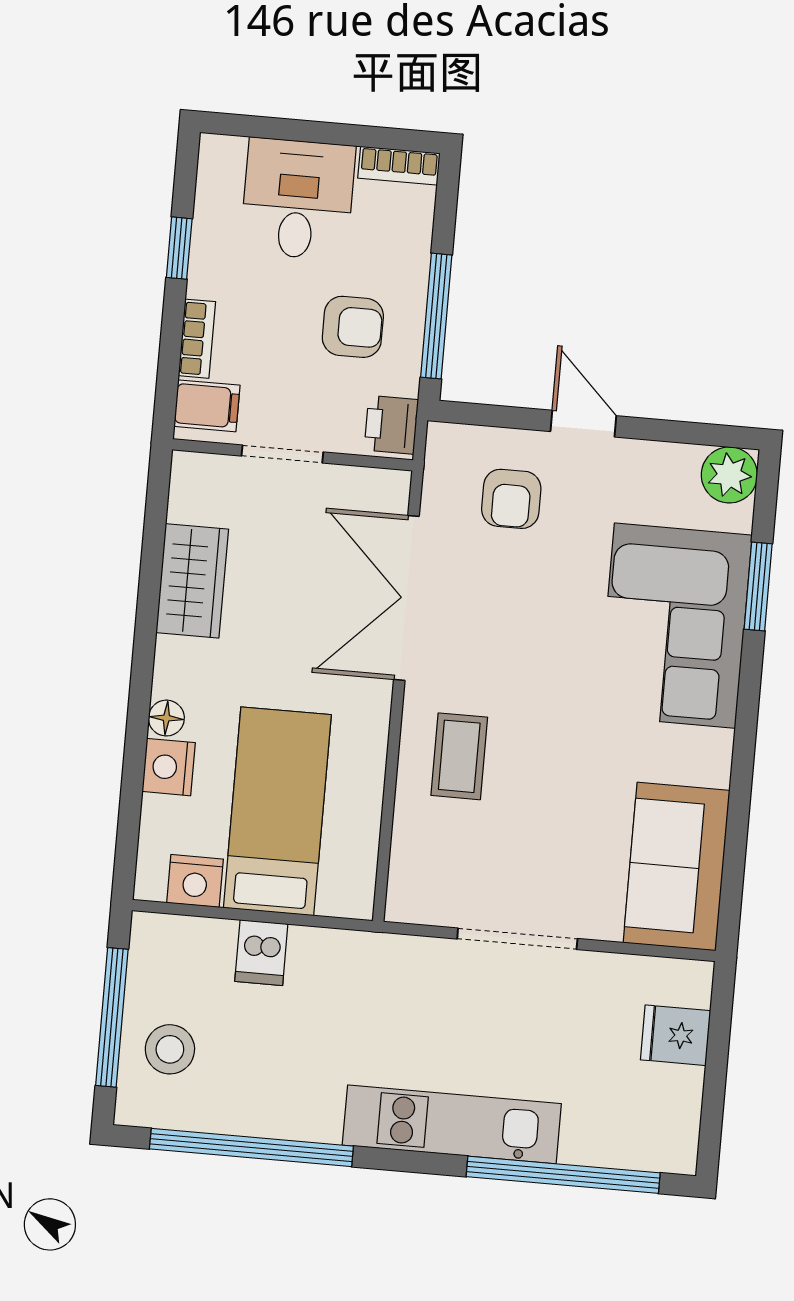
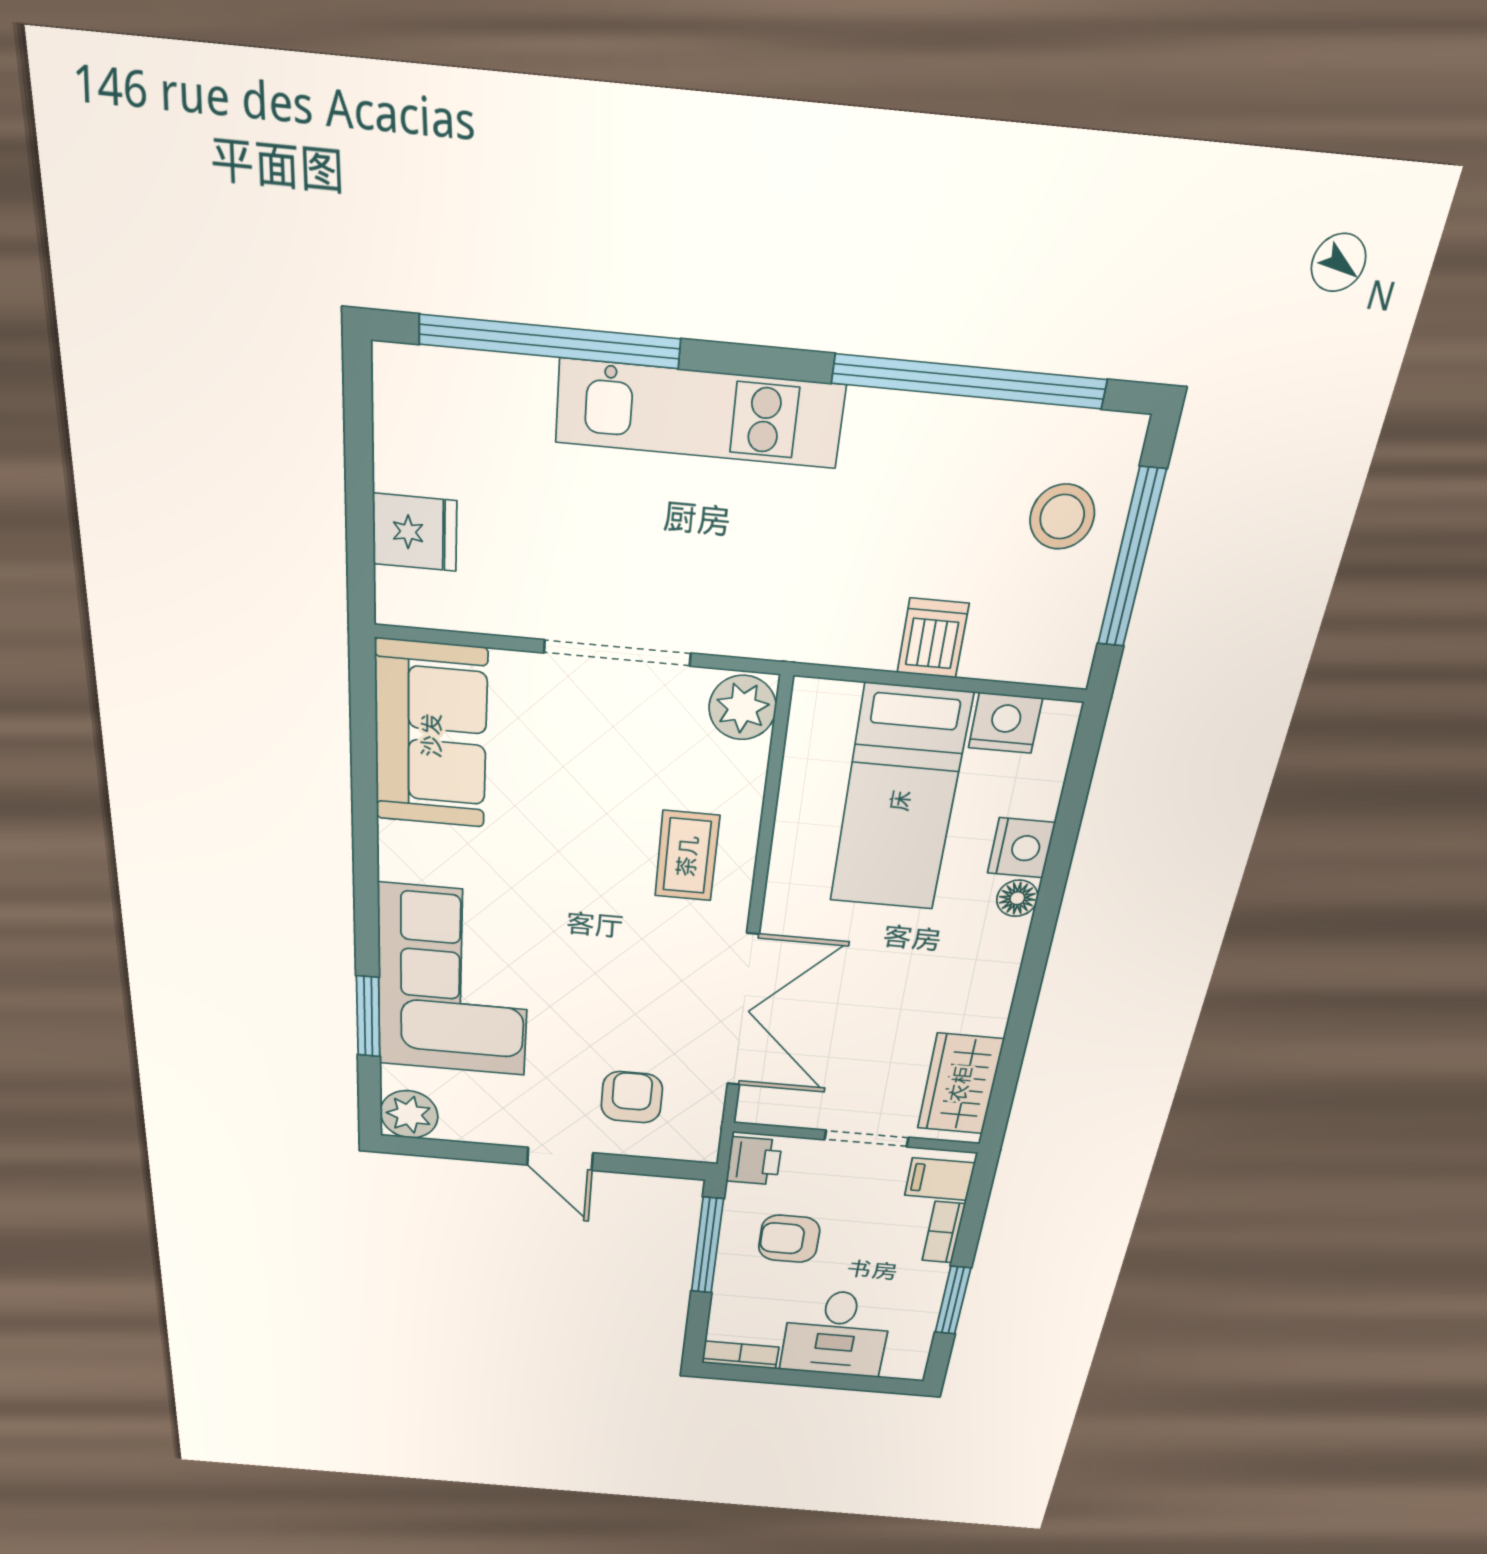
window: (179, 248) -> (953, 1300), width x1.50
wardrobe: (192, 581) -> (960, 1084), moved
plant: (414, 893) -> (743, 708), added

